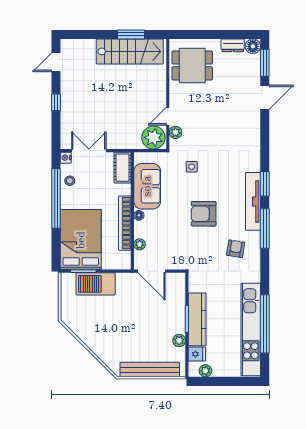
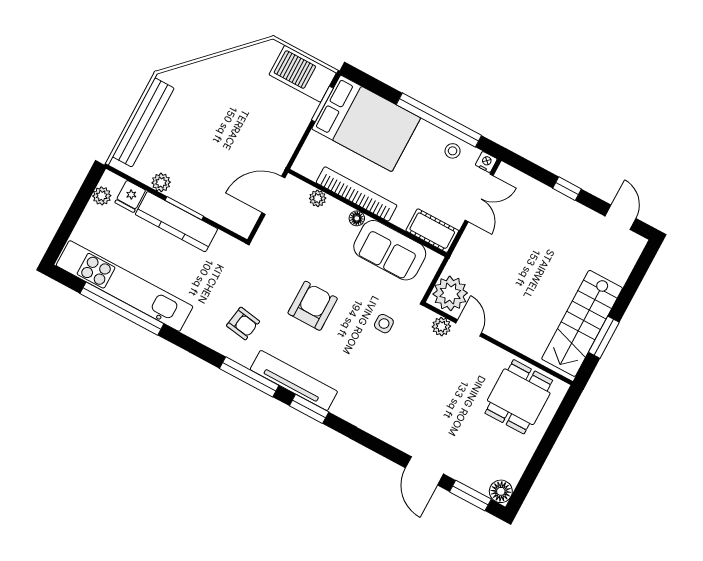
dresser: (233, 45) -> (517, 465), removed
barbecue: (96, 284) -> (303, 74), moved, turned -90

